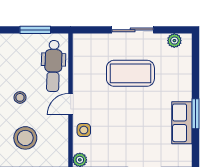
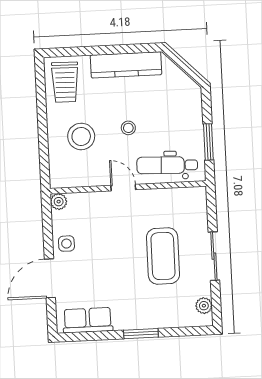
window: (196, 114) -> (141, 334), moved
row of seats: (182, 123) -> (88, 320), moved
side table: (84, 130) -> (66, 244), moved

